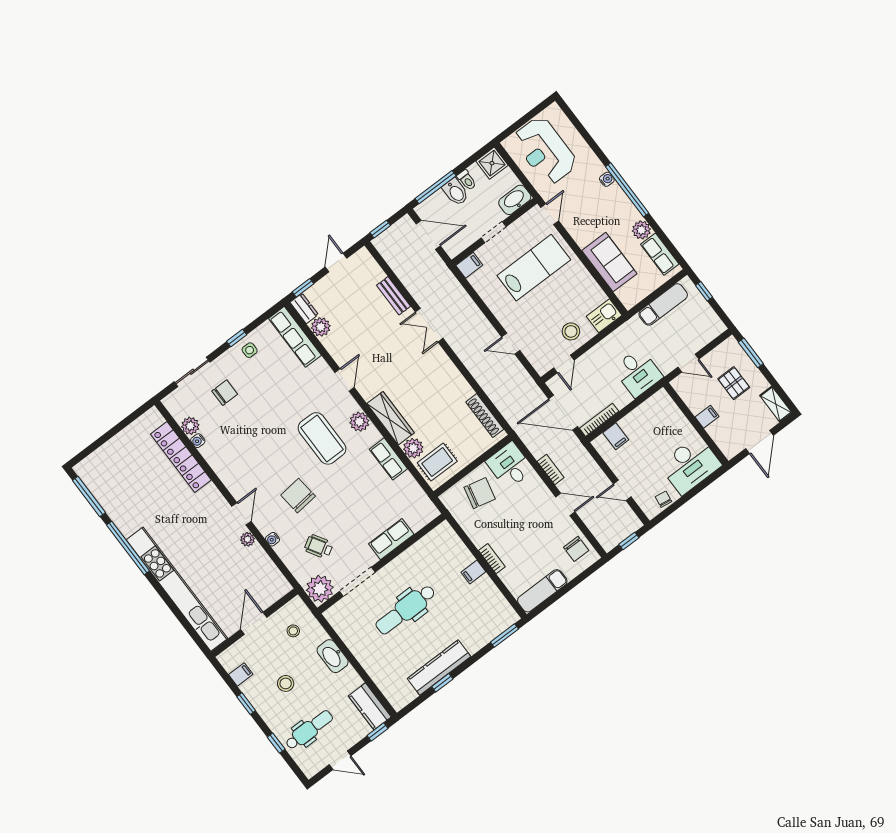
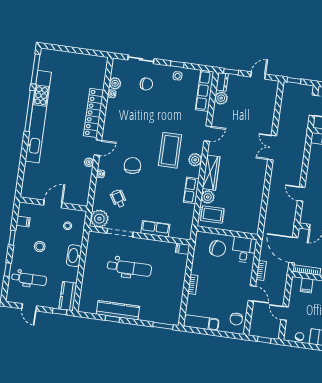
bench: (394, 296) -> (269, 118), removed
shoe rack: (485, 416) -> (256, 215), removed
locker: (181, 457) -> (94, 113), moved
filing cabinet: (473, 572) -> (183, 249), moved
kitchen unit: (177, 589) -> (38, 117), moved
dental chair: (406, 610) -> (129, 268), turned 180

